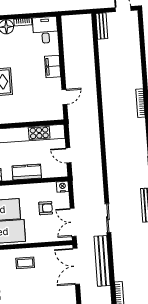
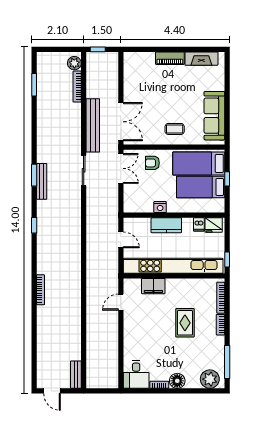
filing cabinet: (53, 66) -> (153, 286), moved, turned 90
nightstand: (63, 187) -> (160, 207), moved
armchair: (46, 208) -> (152, 163), moved

